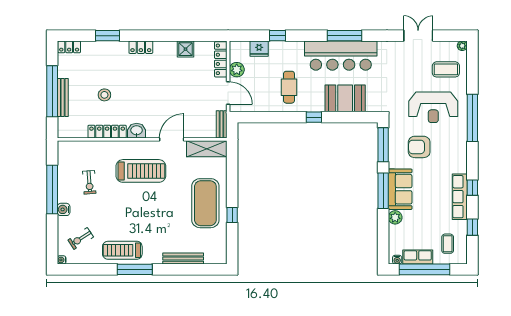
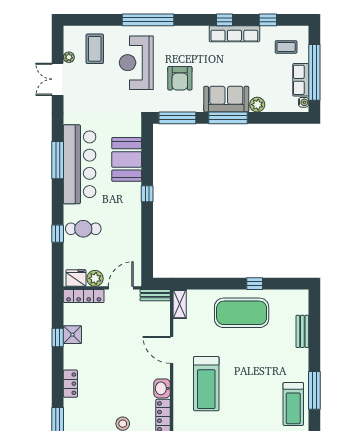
window: (183, 36) -> (58, 337), added
plant: (462, 46) -> (69, 57), moved
fridge: (259, 49) -> (76, 278), moved, turned -90
cafe table: (289, 87) -> (83, 229), moved
reception desk: (433, 107) -> (136, 63), turned 180
shelving: (207, 149) -> (180, 304), width x0.67, depth x0.75
treadmill: (141, 171) -> (206, 384), turned 180
bench: (183, 259) -> (302, 331), width x0.73

